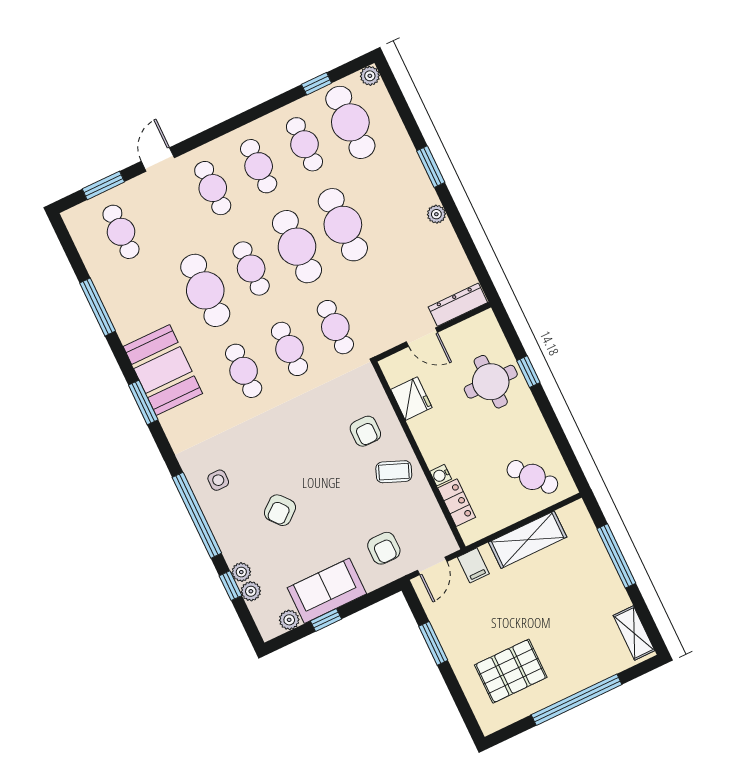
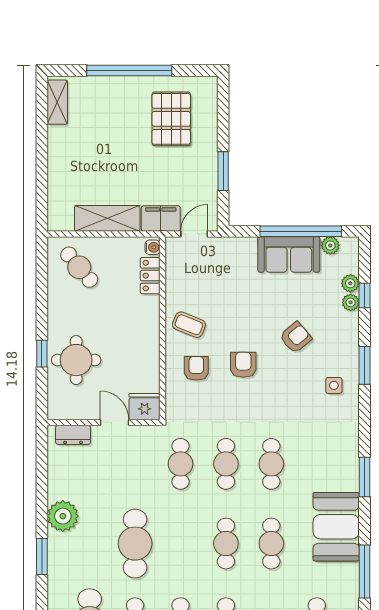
plant: (436, 214) -> (63, 516), width x1.87, depth x1.87
cafe table: (297, 247) -> (180, 544), removed
cafe table: (205, 290) -> (271, 544), width x0.73, depth x0.74
dresser: (458, 305) -> (73, 435), width x0.70
booth: (163, 370) -> (336, 527), moved
fridge: (411, 399) -> (145, 407), moved, turned 90
water cooler: (441, 475) -> (153, 247), moved
window: (197, 515) -> (365, 365), width x0.47
armchair: (384, 548) -> (243, 365), moved
window: (616, 556) -> (42, 171), removed
filing cabinet: (473, 565) -> (161, 218), width x2.00
window: (326, 620) -> (301, 231), width x3.17
pallet: (511, 671) -> (171, 119), turned 90

